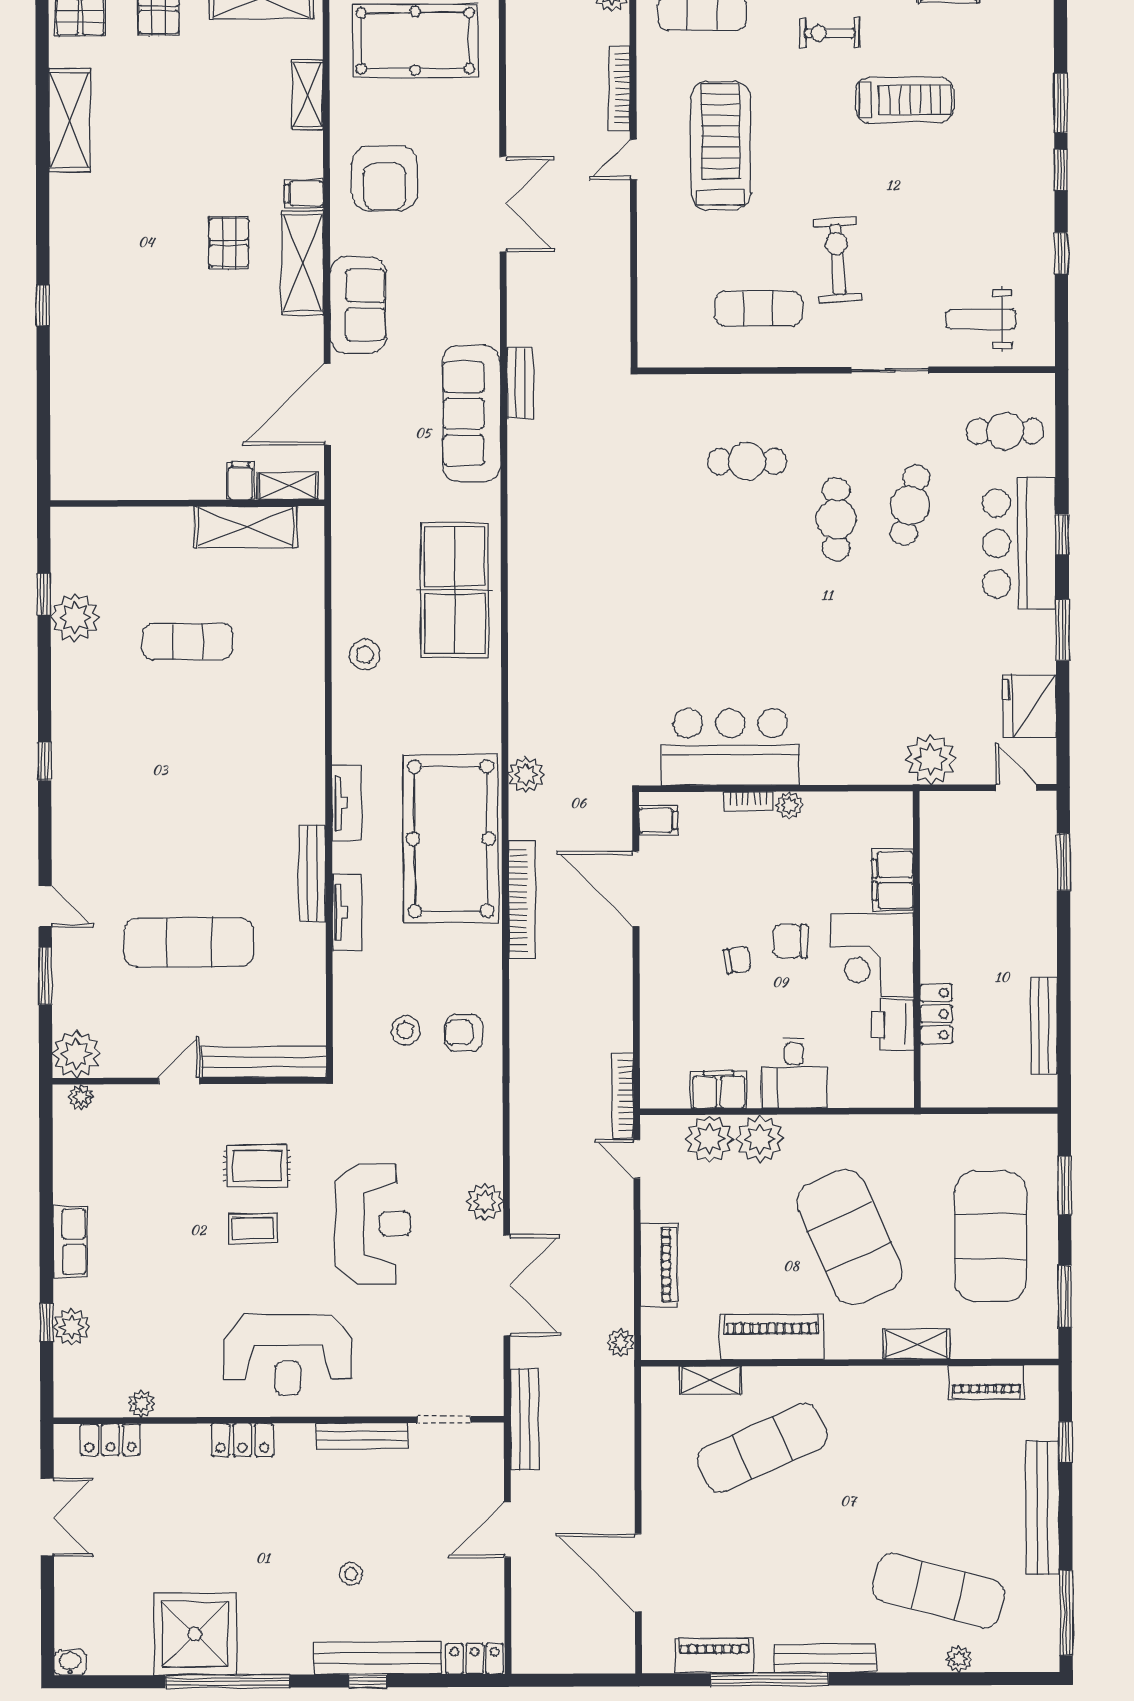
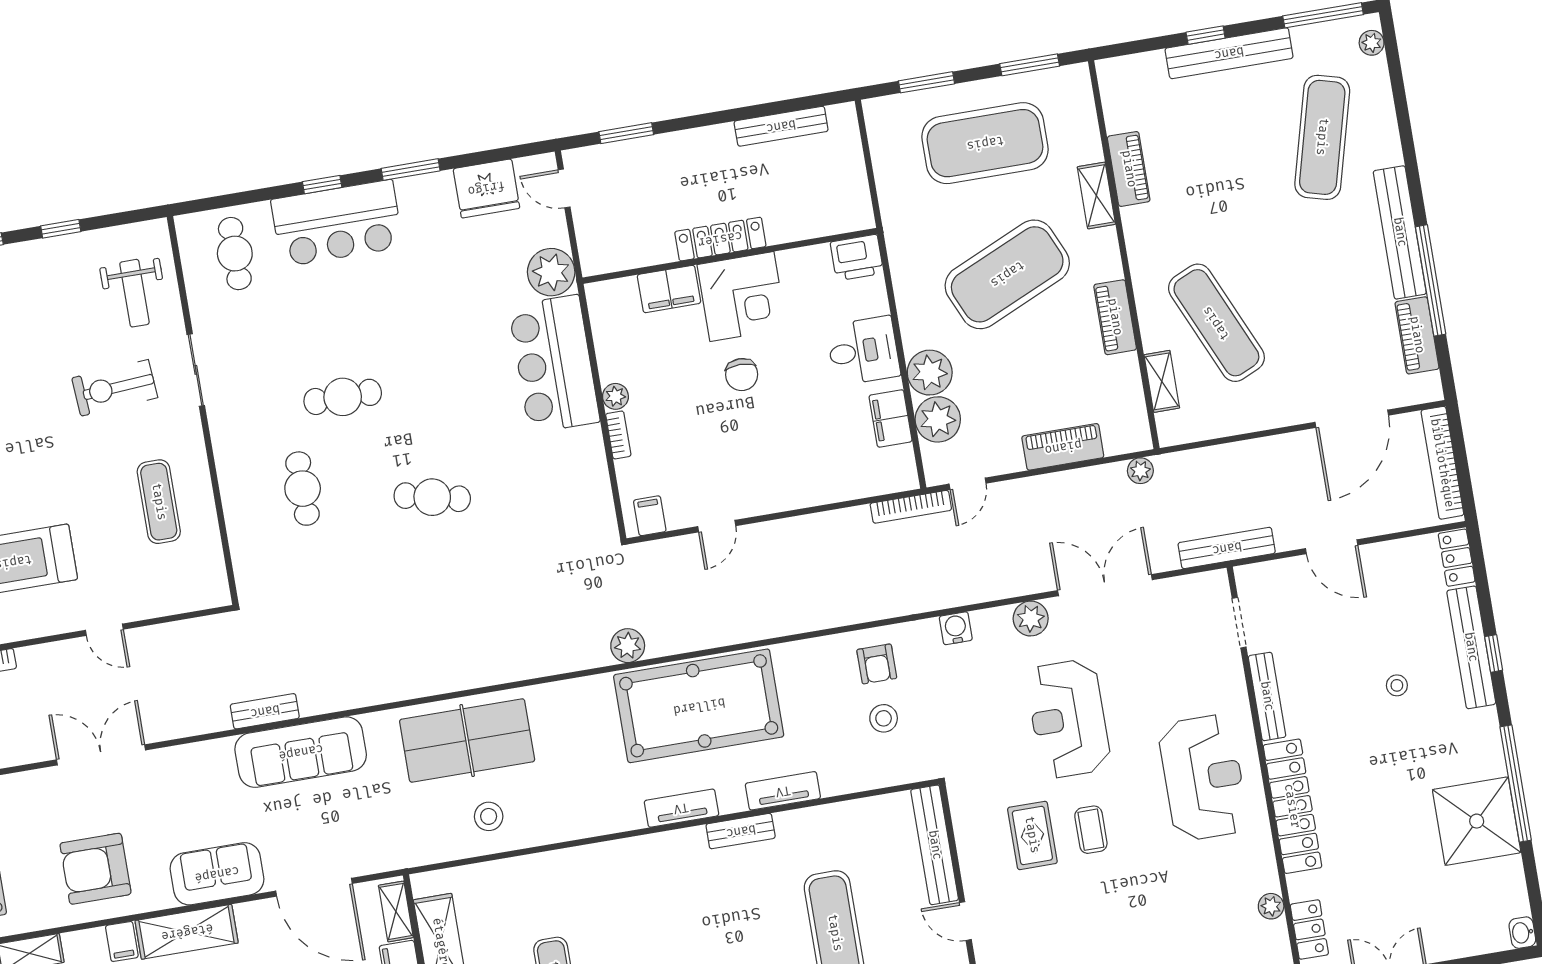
door: (633, 160) -> (104, 630), moved
armchair: (385, 178) -> (96, 869), turned 180
exercise bike: (838, 260) -> (115, 388), moved
cafe table: (910, 505) -> (432, 497), moved
stool: (365, 655) -> (489, 816), moved
bar counter: (730, 747) -> (554, 364), moved
door: (1016, 787) -> (564, 188), hinge flipped
bench: (312, 874) -> (741, 831), width x0.73
door: (636, 889) -> (717, 526), width x0.53
bookcase: (522, 900) -> (1442, 463), moved, turned -90
chair: (737, 960) -> (767, 421), removed
locker: (936, 1014) -> (720, 239), moved, width x1.53
printer: (893, 1025) -> (857, 258), moved
water cooler: (487, 1122) -> (956, 628), added
reception desk: (373, 1224) -> (1068, 719), turned -90
piano: (772, 1337) -> (1115, 317), width x0.73, depth x0.75
piano: (987, 1382) -> (1129, 169), moved
locker: (242, 1440) -> (1292, 806), width x2.16, depth x1.21
window: (1065, 1442) -> (1206, 35), moved
bench: (825, 1659) -> (1400, 232), width x1.37, depth x1.21
plant: (959, 1659) -> (1372, 43), moved

